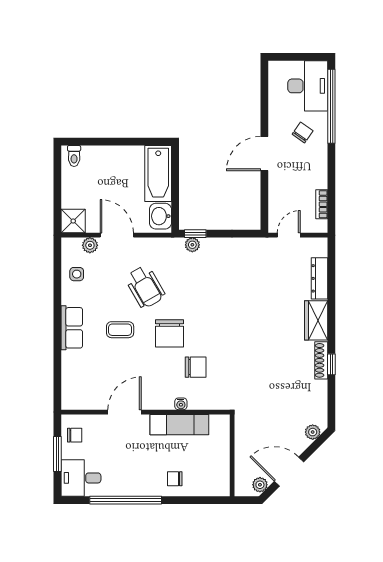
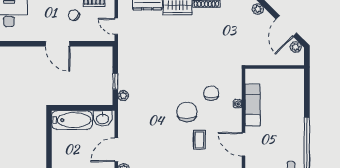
chair: (303, 132) -> (74, 15), moved
window: (195, 234) -> (115, 81), moved
wheelchair: (145, 287) -> (153, 129), removed
coffee table: (120, 330) -> (199, 140), moved
chair: (169, 333) -> (187, 112), turned -90
chair: (175, 479) -> (291, 108), removed

